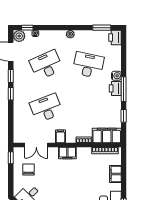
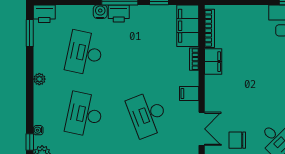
desk: (46, 65) -> (84, 114), turned 36
filing cabinet: (67, 153) -> (213, 62), moved
filing cabinet: (115, 174) -> (244, 13), removed

